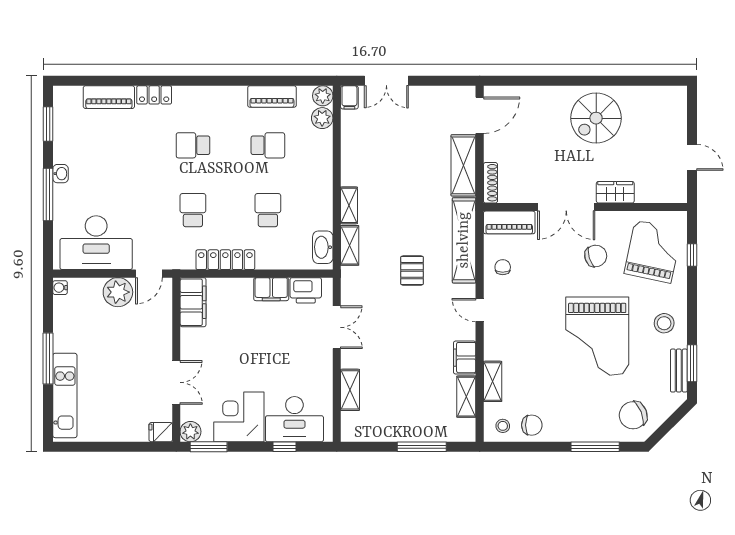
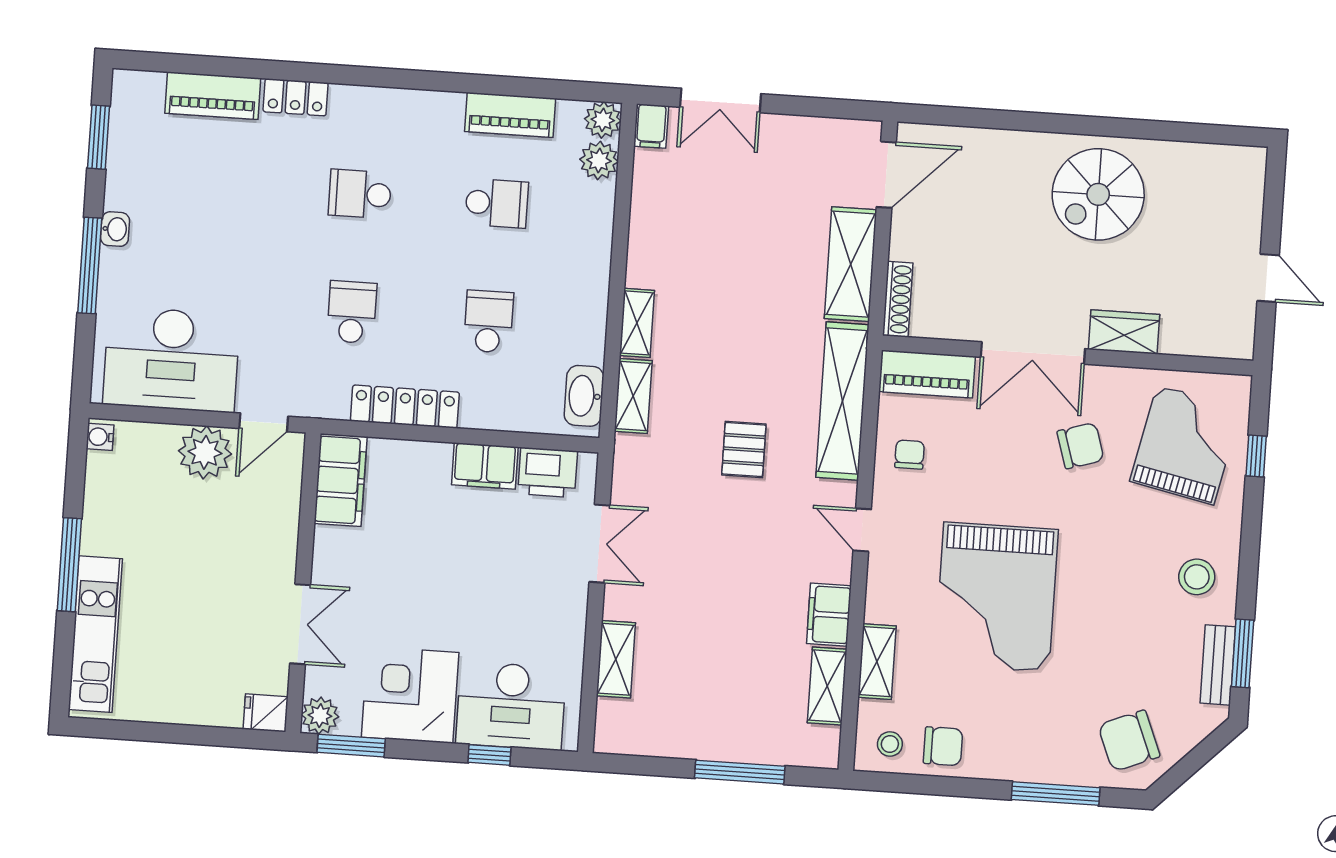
grand piano: (597, 336) -> (996, 597), moved

